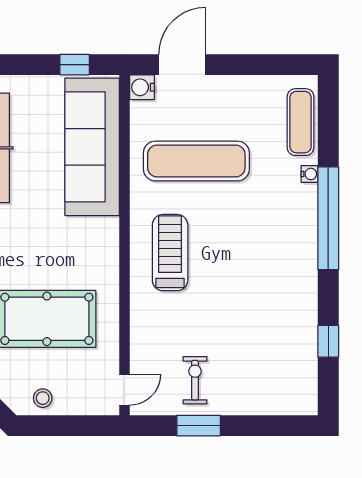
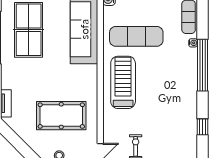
treadmill: (170, 253) -> (123, 82), width x1.37, depth x1.38

